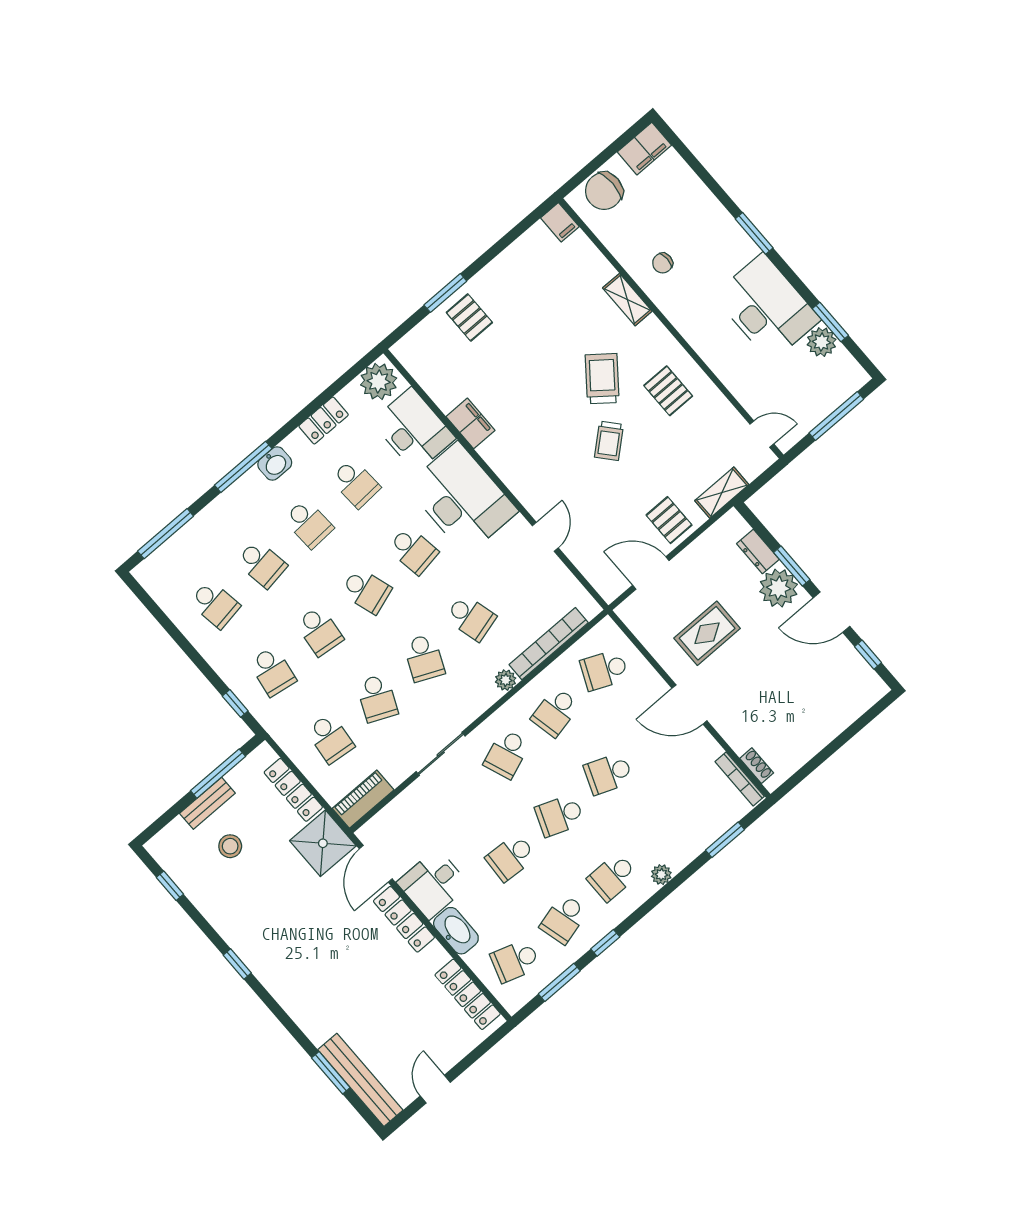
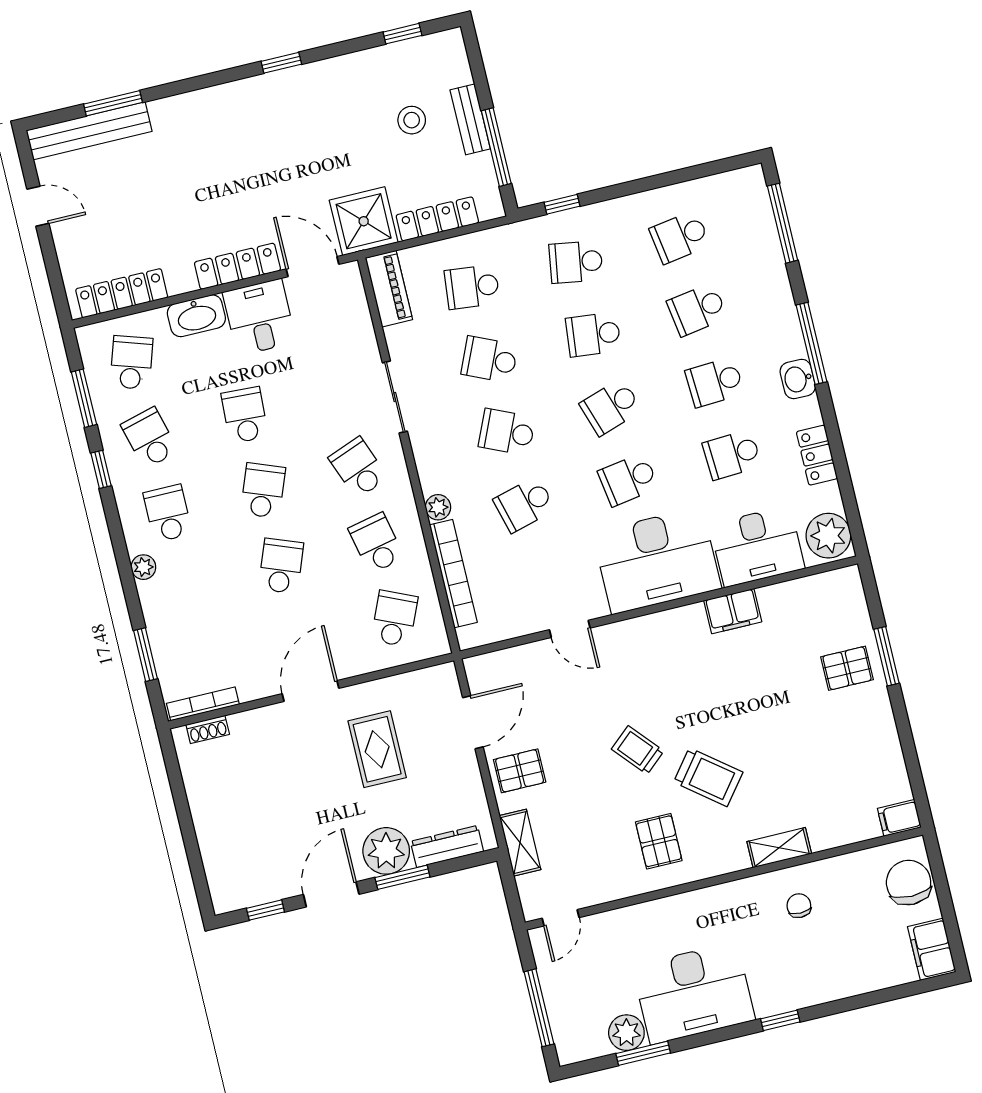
window: (754, 233) -> (780, 1020), width x0.67
pallet: (668, 391) -> (659, 841), turned 90
dresser: (758, 552) -> (447, 846), width x1.44

